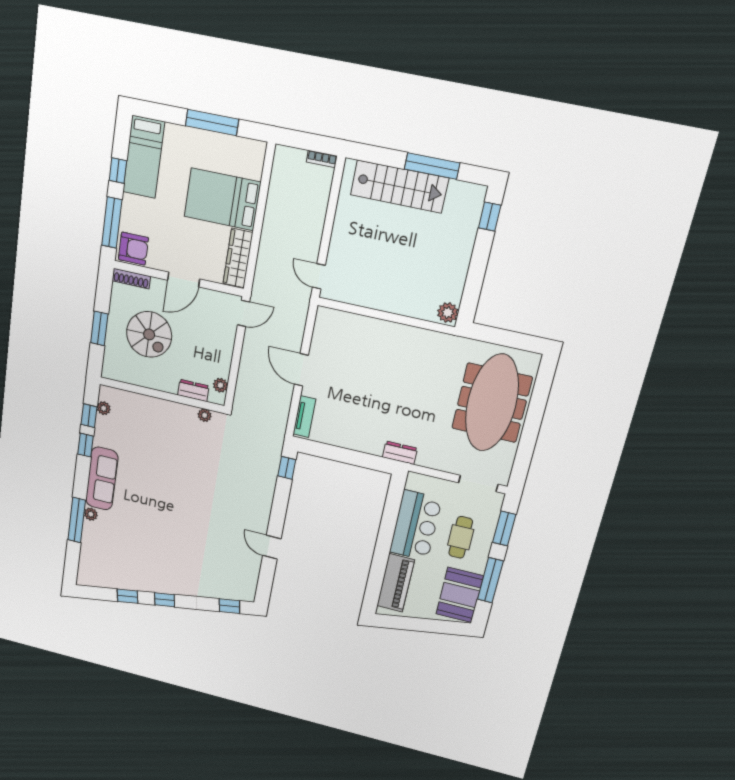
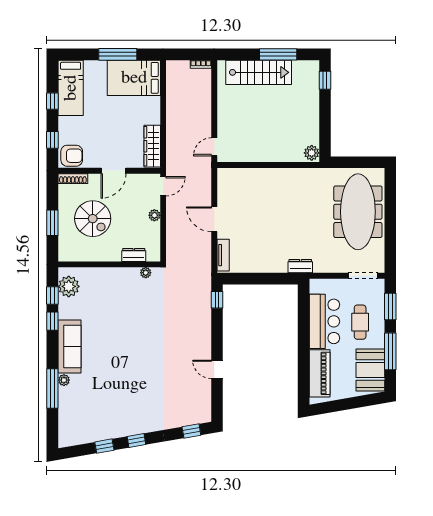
bed: (222, 199) -> (134, 78), moved
window: (112, 223) -> (52, 140), width x0.46
door: (319, 276) -> (214, 147), hinge flipped
plant: (220, 385) -> (154, 215), moved
plant: (104, 408) -> (69, 286), width x1.87, depth x1.87

